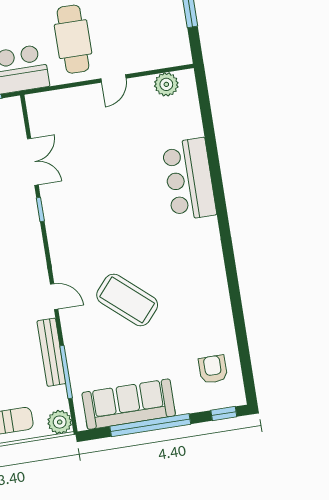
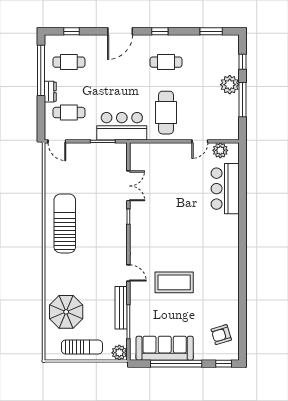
door: (113, 78) -> (200, 141), moved
bar counter: (189, 179) -> (225, 189), moved
coffee table: (127, 300) -> (174, 282), turned -41
armchair: (213, 369) -> (221, 335), turned -107

